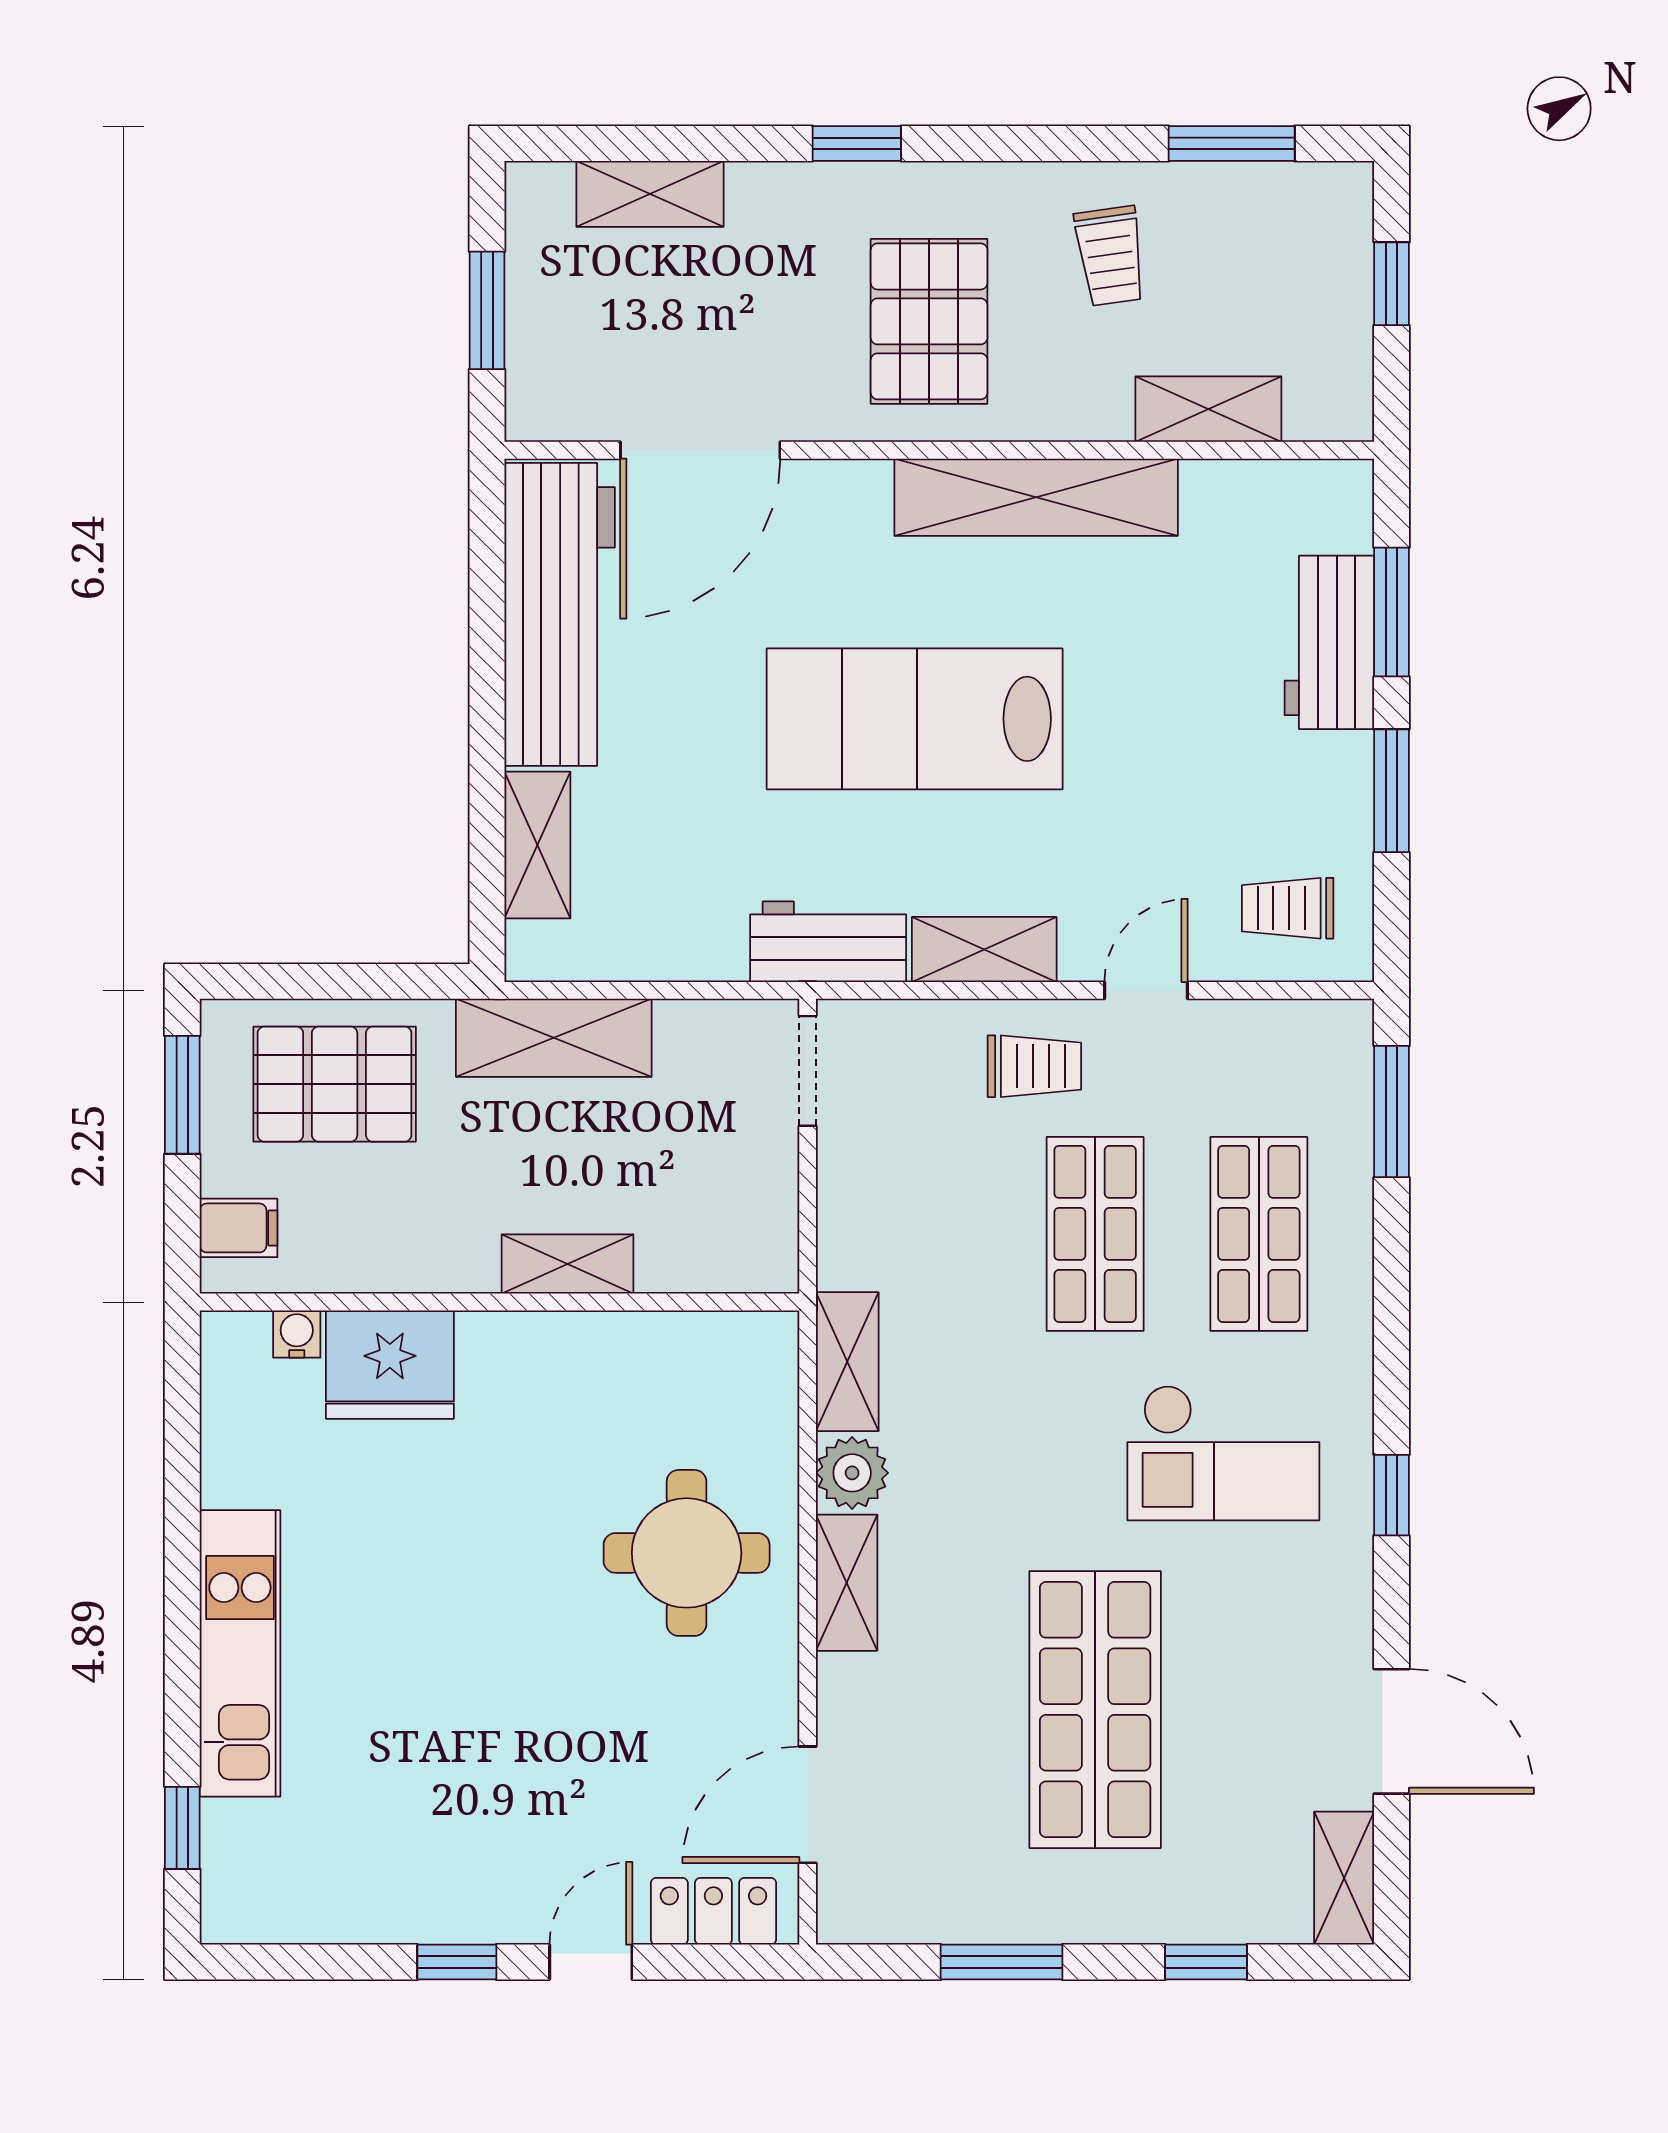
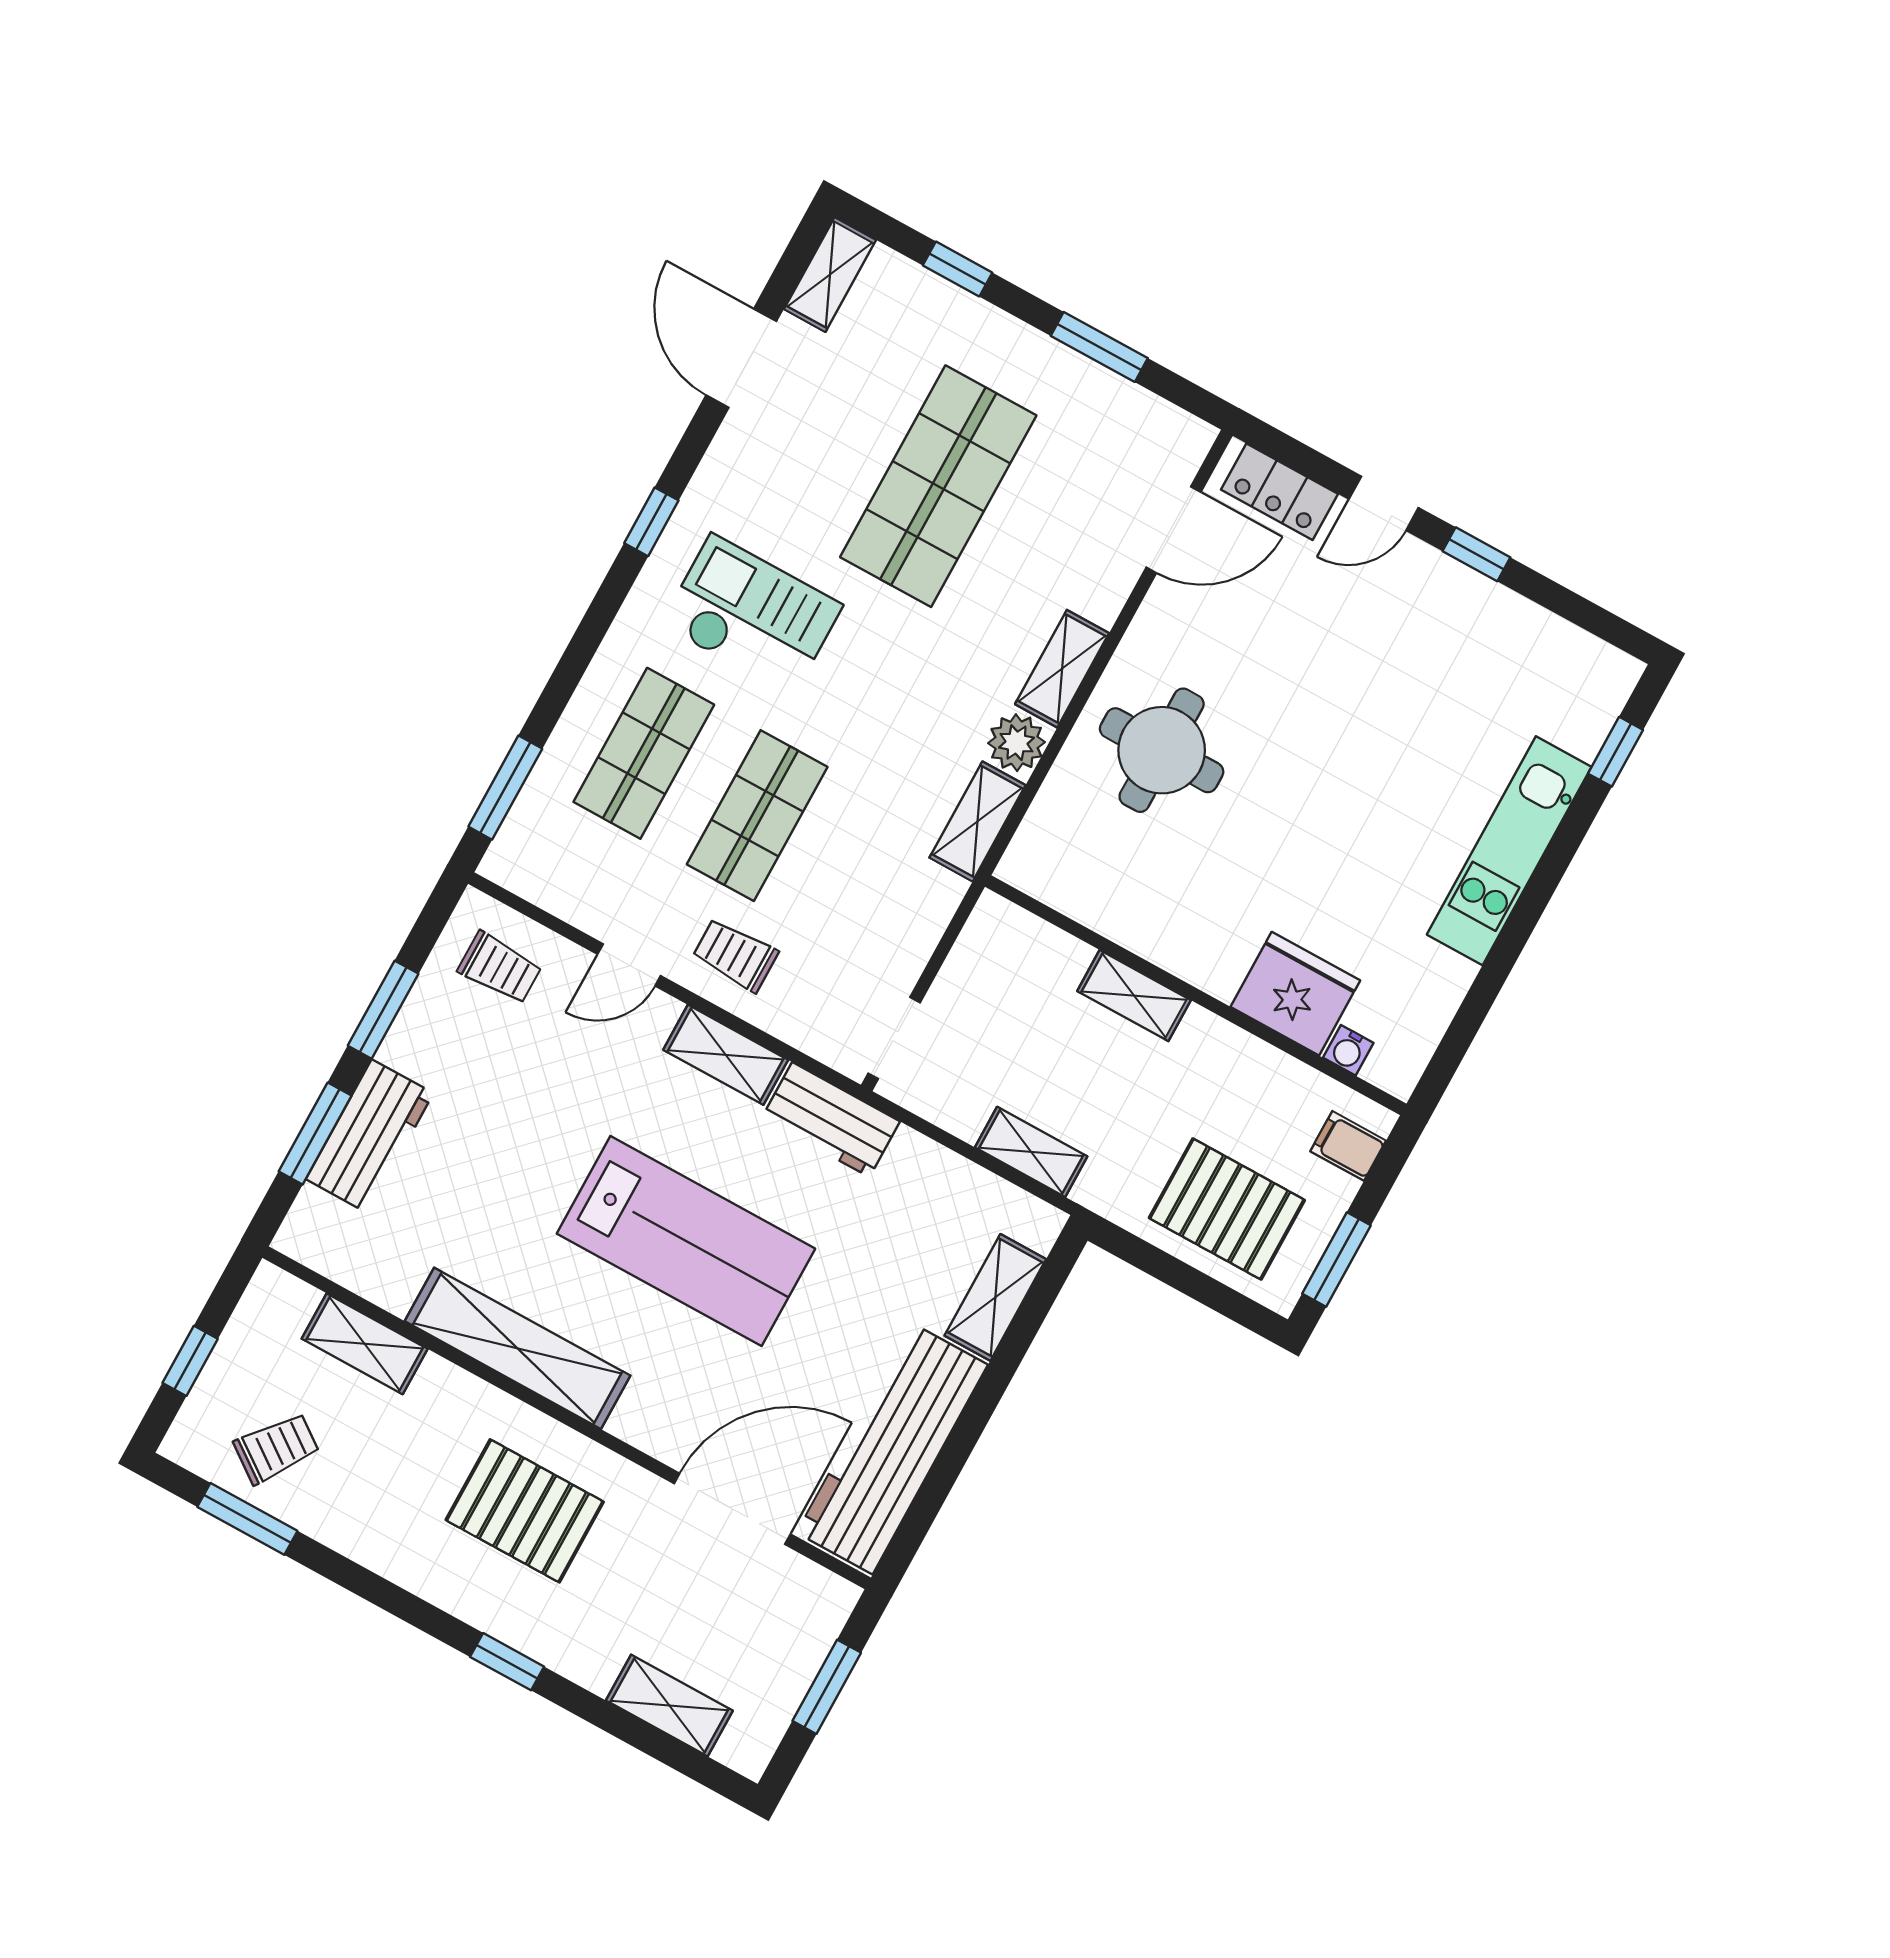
trolley: (1110, 256) -> (277, 1448), moved, turned 44
pallet: (929, 321) -> (525, 1511), turned 90
shelving: (554, 1038) -> (1031, 1152), width x0.67, depth x0.75

